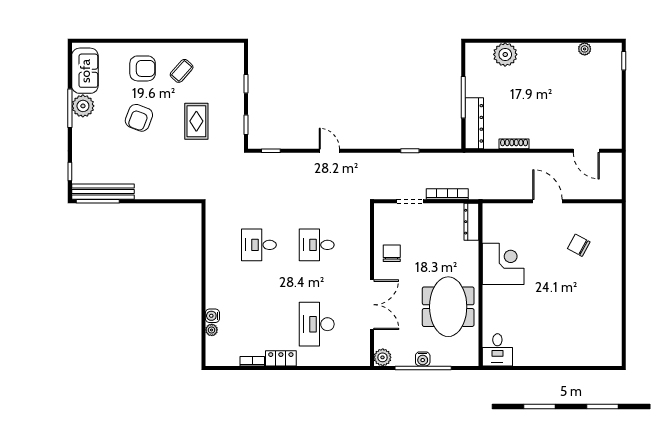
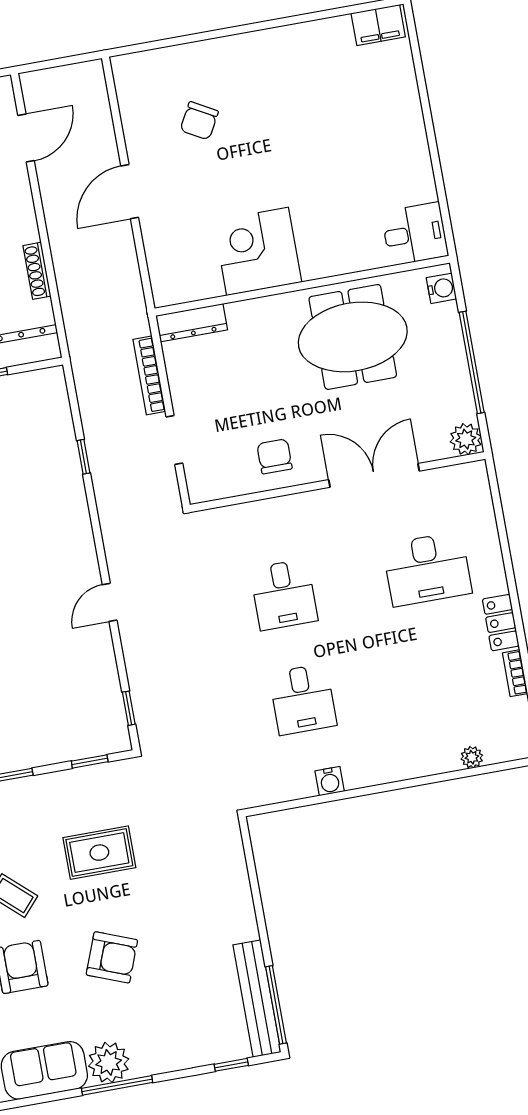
chair: (392, 253) -> (275, 456), turned 90
water cooler: (212, 316) -> (330, 781), moved
filing cabinet: (613, 350) -> (378, 25), added
water cooler: (423, 359) -> (441, 288), moved

